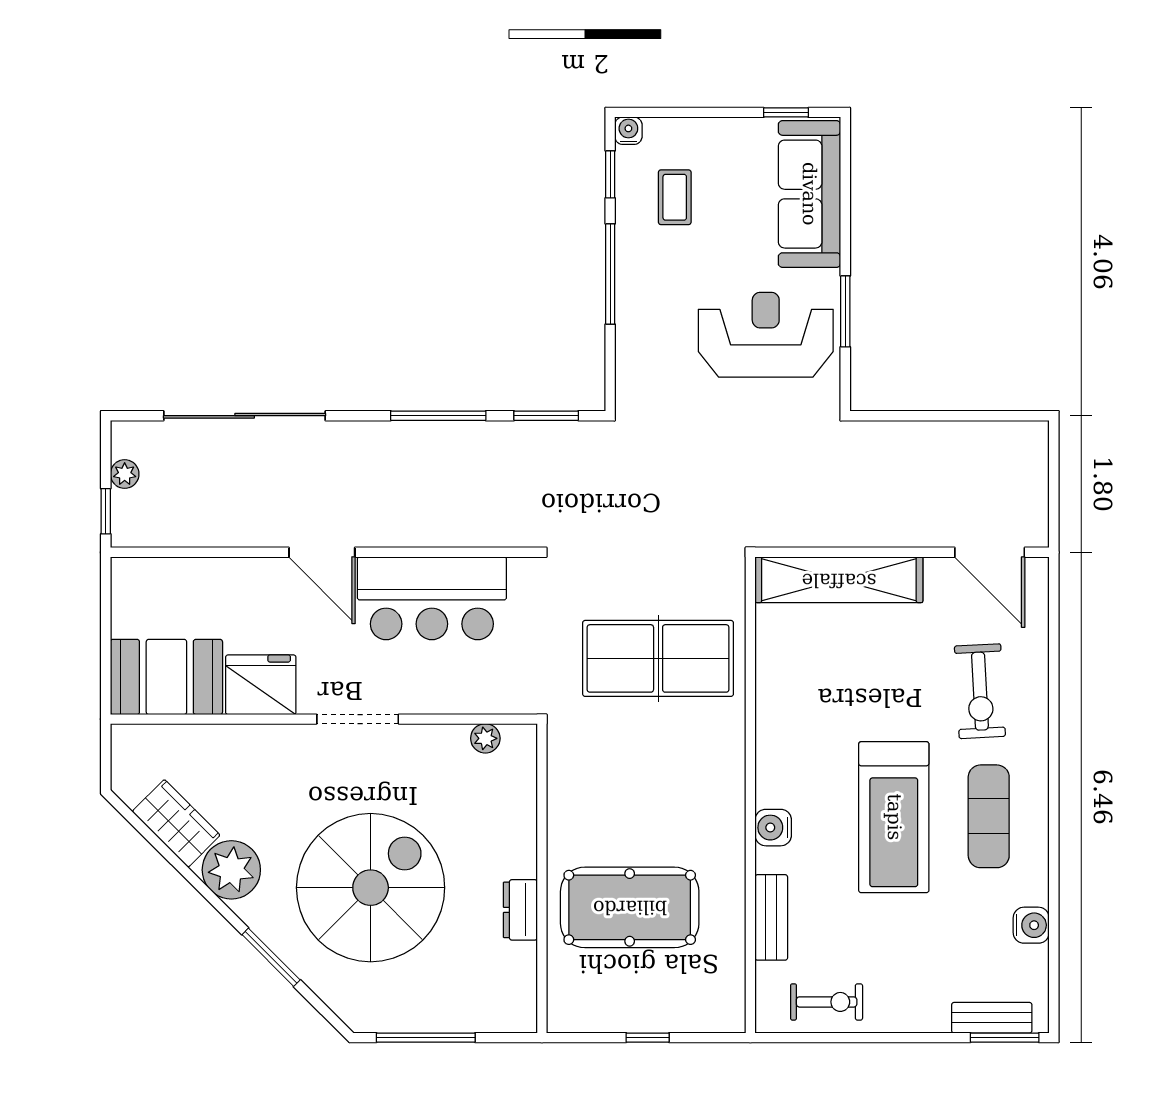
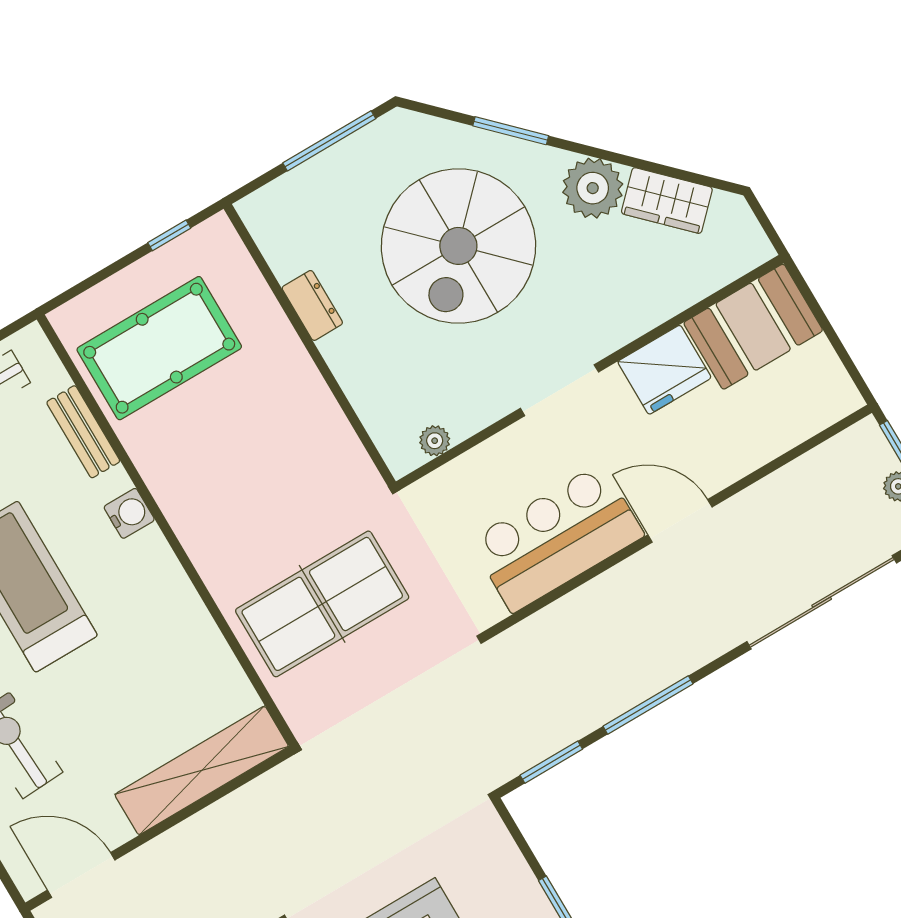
pool table: (630, 907) -> (159, 348), moved
window: (648, 1038) -> (169, 235), moved

